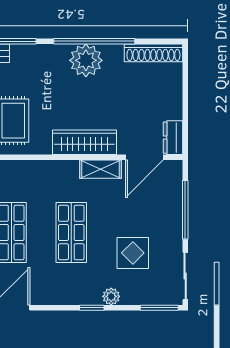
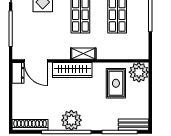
door: (144, 157) -> (36, 61), swing flipped
shelving: (100, 169) -> (83, 54), moved

